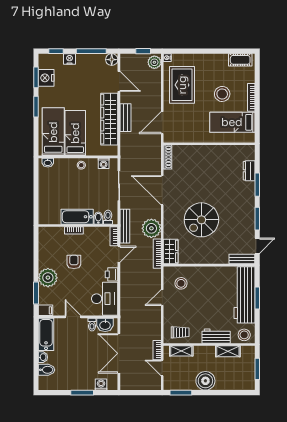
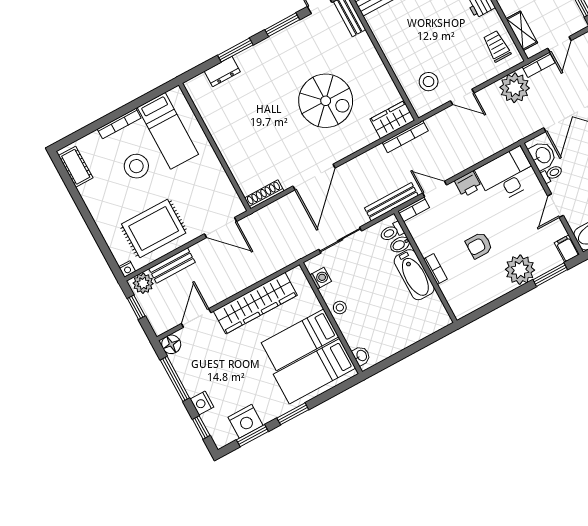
bench: (125, 118) -> (172, 266), moved
plant: (151, 228) -> (515, 88), moved

